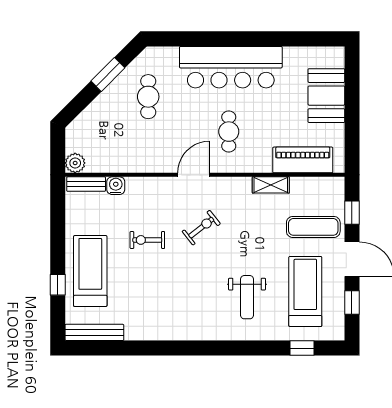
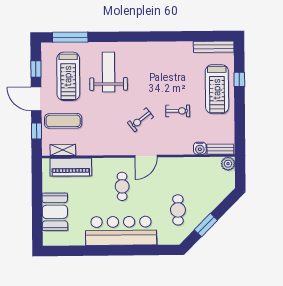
shelving: (271, 185) -> (63, 150), moved
weight bench: (247, 297) -> (108, 72), width x1.36, depth x1.33
window: (302, 348) -> (70, 37), width x2.17

